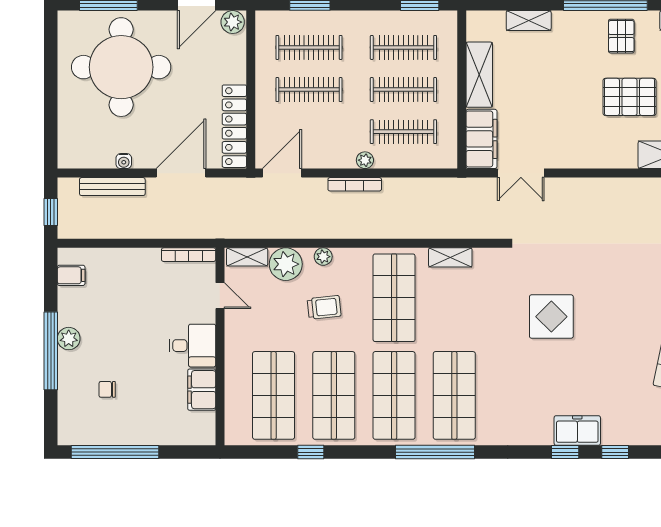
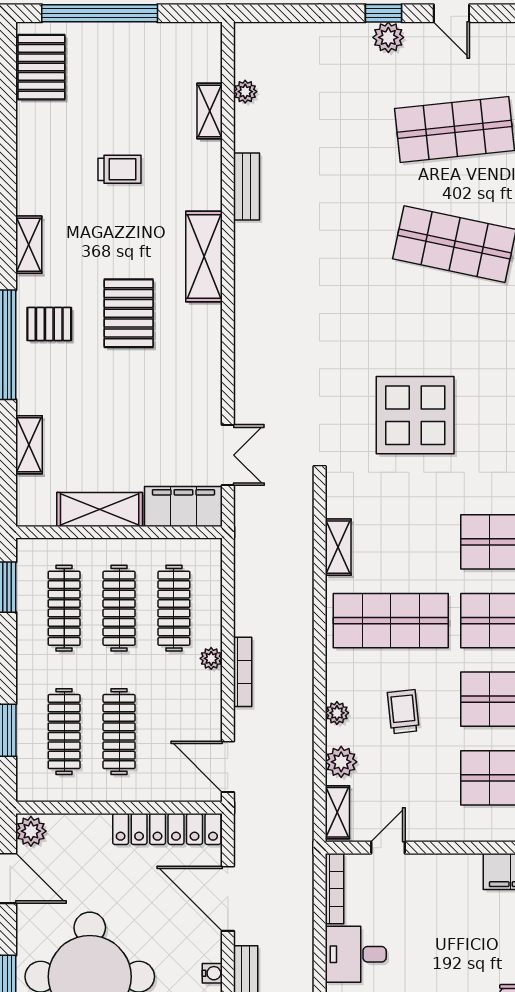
plant: (286, 264) -> (341, 762), width x0.73, depth x0.73
display table: (551, 317) -> (415, 415), width x1.36, depth x1.36
desk: (192, 346) -> (356, 954), moved, turned -90

